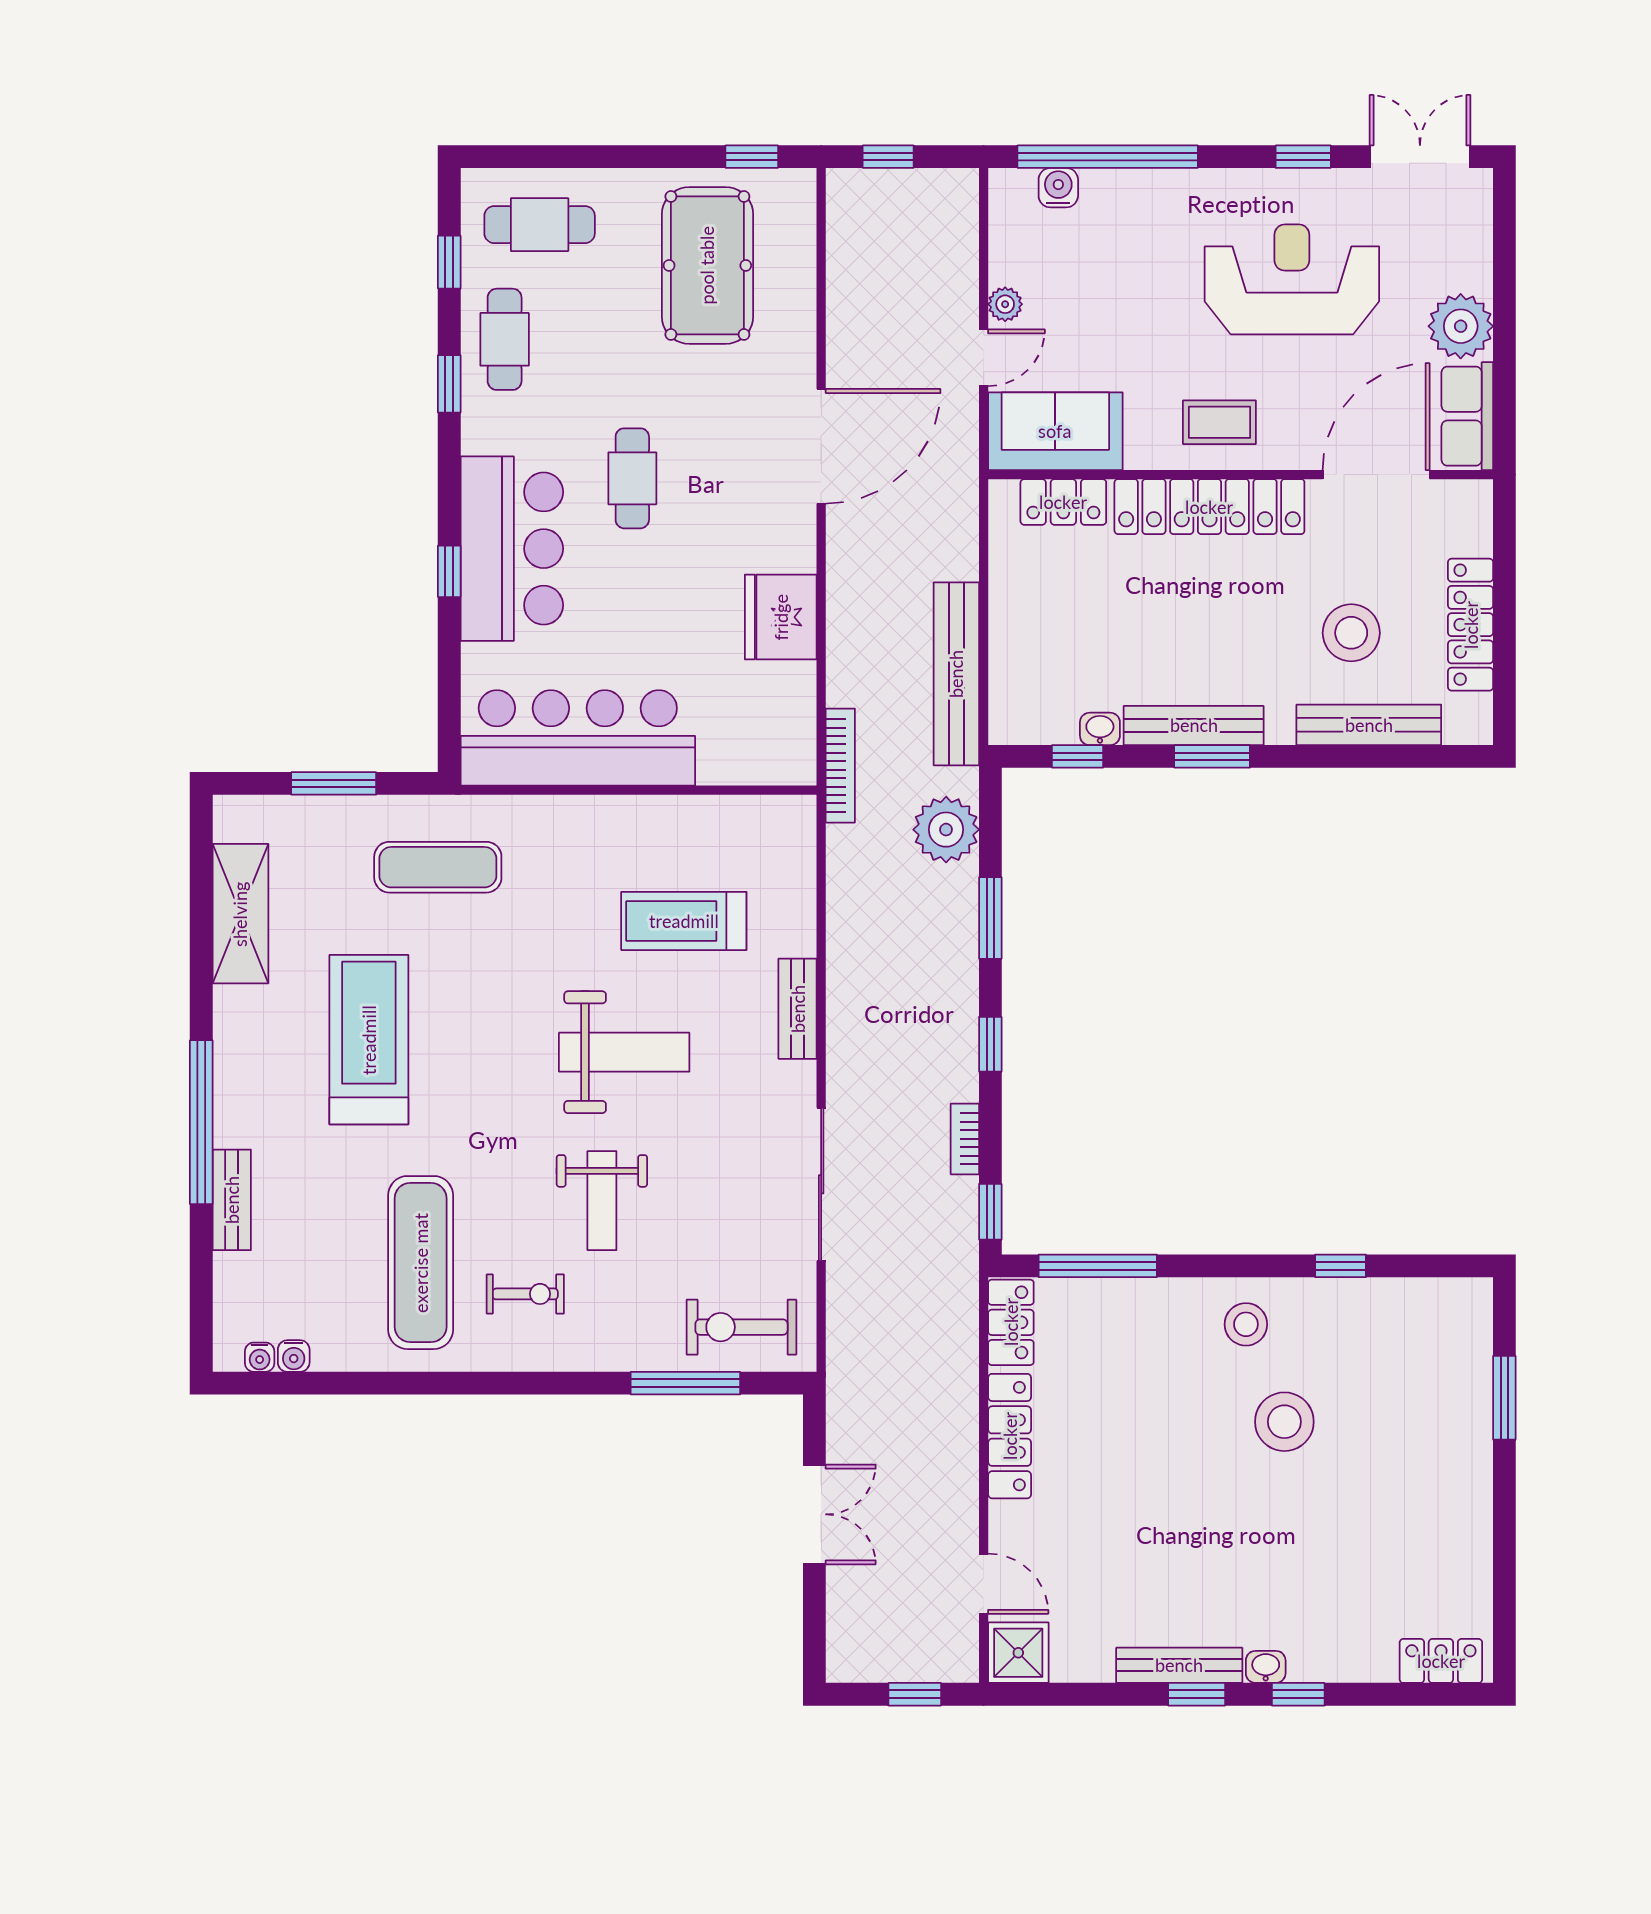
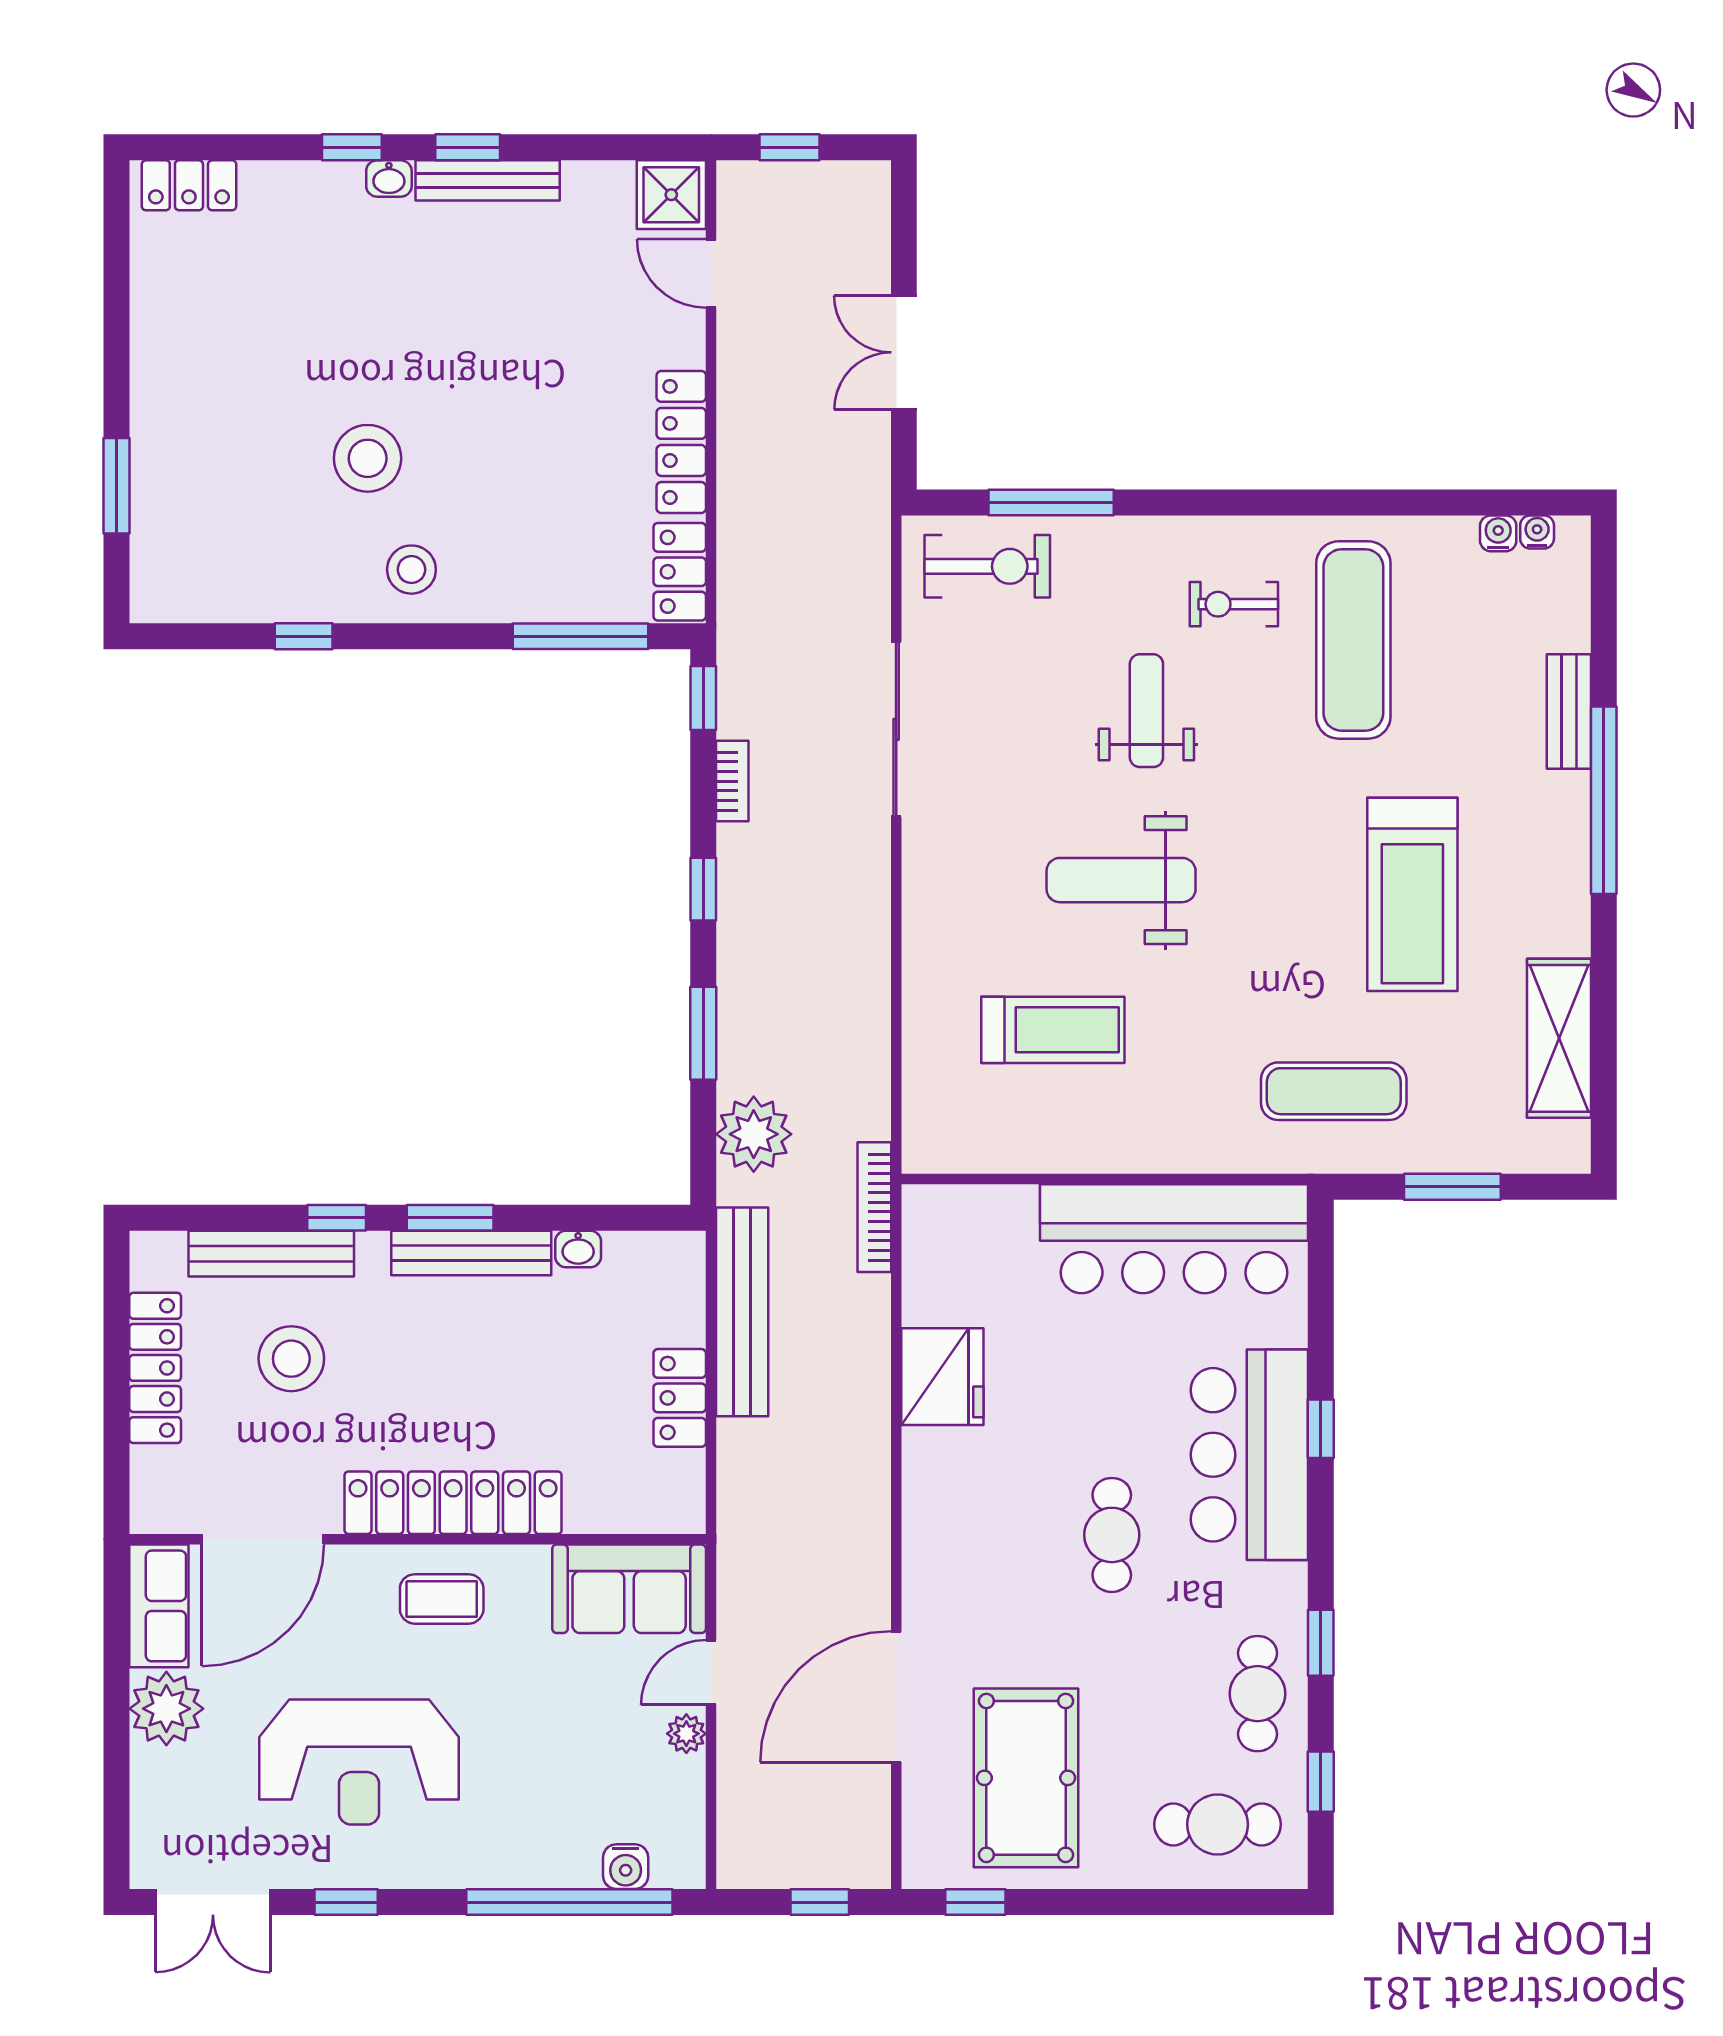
door: (821, 446) -> (896, 1697), moved
locker: (1063, 502) -> (680, 1398), moved, turned -90
window: (1078, 756) -> (337, 1218), moved
bench: (798, 1009) -> (923, 930), removed

